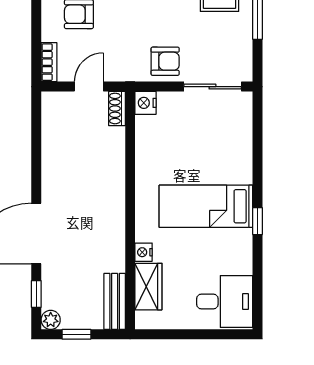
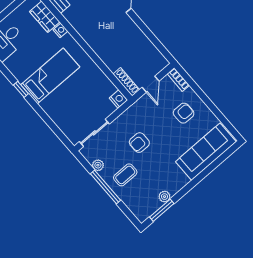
plant: (243, 42) -> (98, 165), added
armchair: (165, 61) -> (139, 143), moved
shoe rack: (117, 108) -> (126, 82), width x1.43

